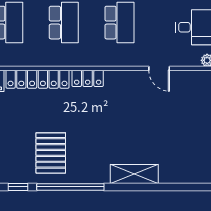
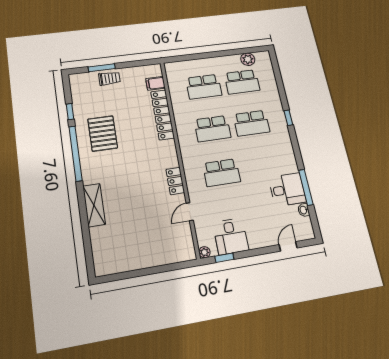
locker: (88, 78) -> (175, 181), moved
pallet: (51, 153) -> (103, 133), turned 90

